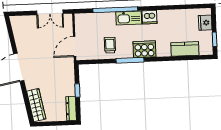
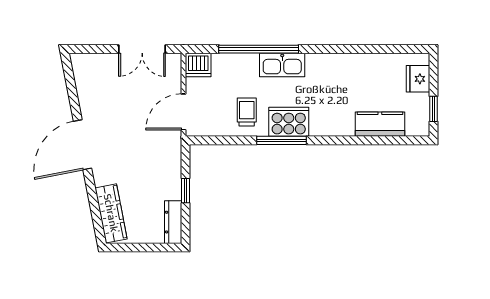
dishwasher: (149, 17) -> (198, 65), moved
cooker: (144, 49) -> (289, 122), moved

